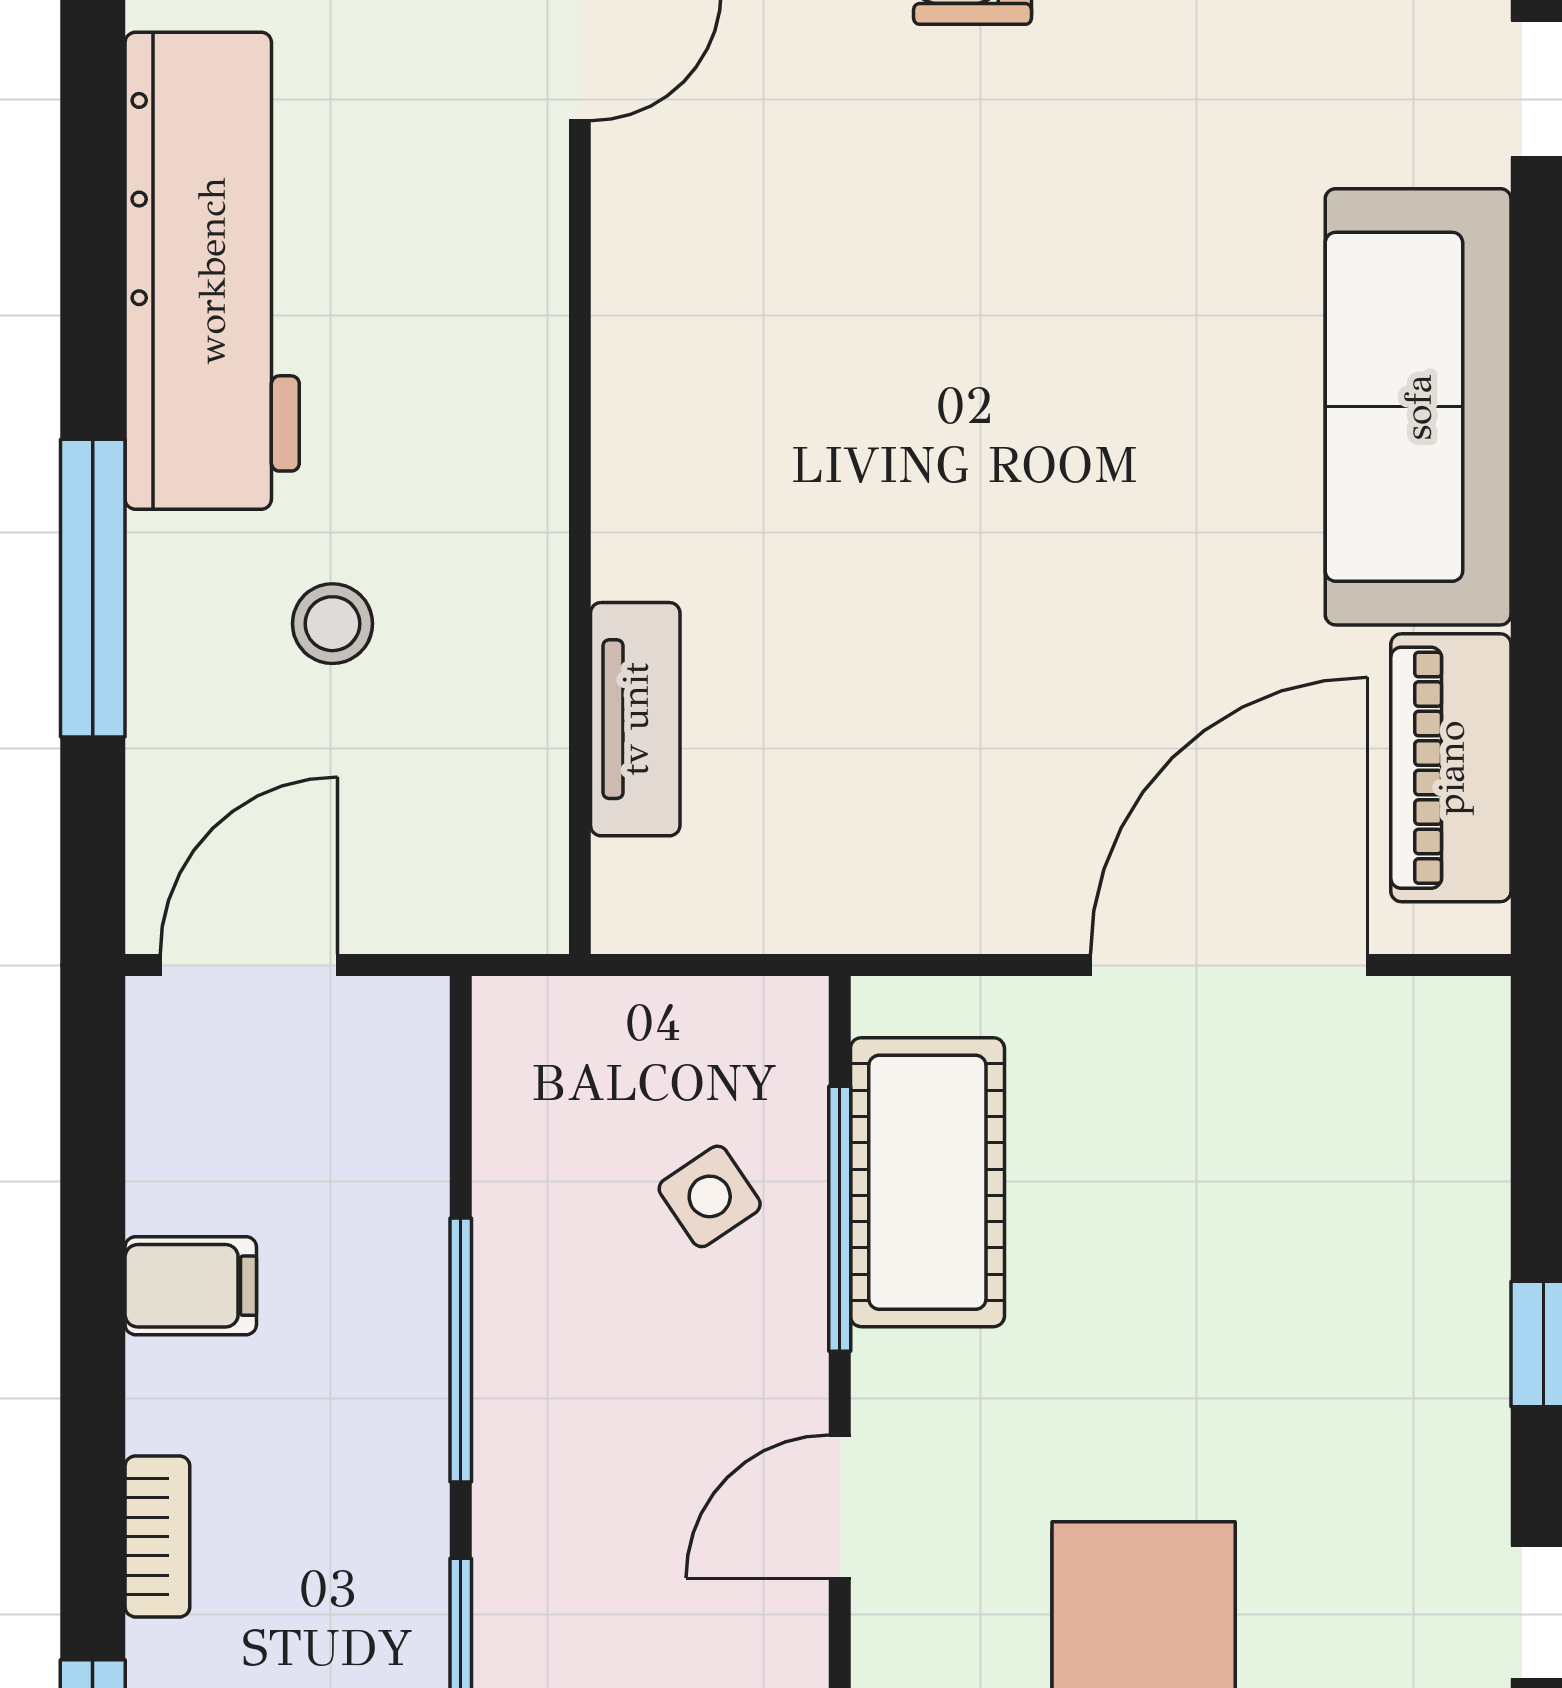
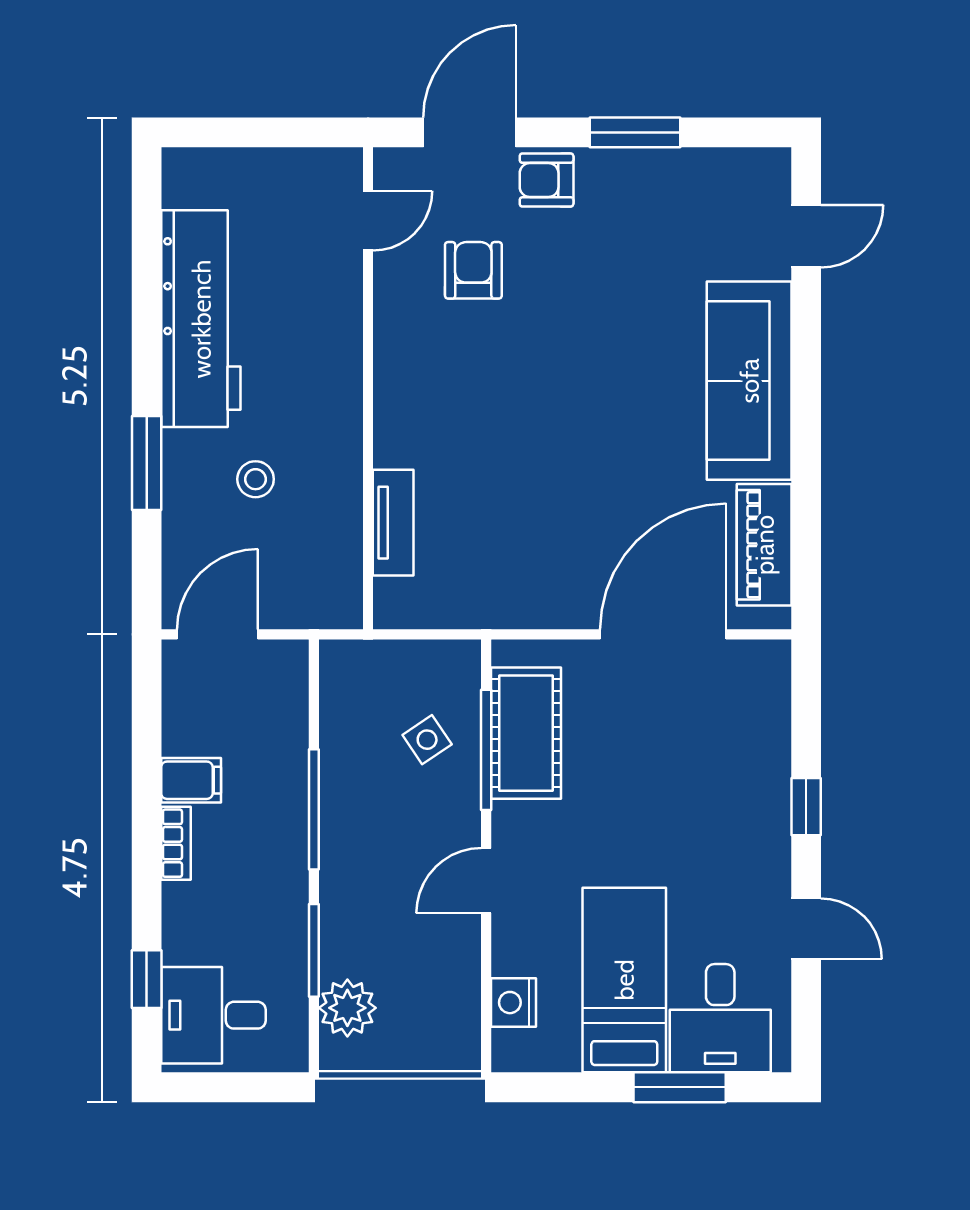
armchair: (812, 164) -> (473, 270), added
window: (93, 588) -> (147, 463), width x0.69
bookcase: (157, 1536) -> (176, 843), moved

